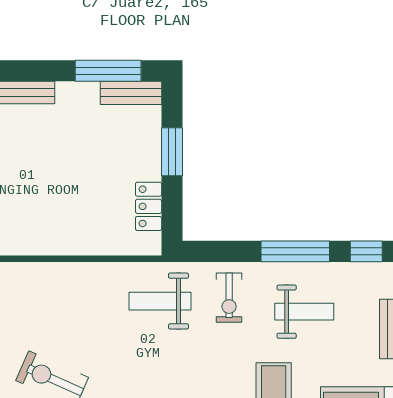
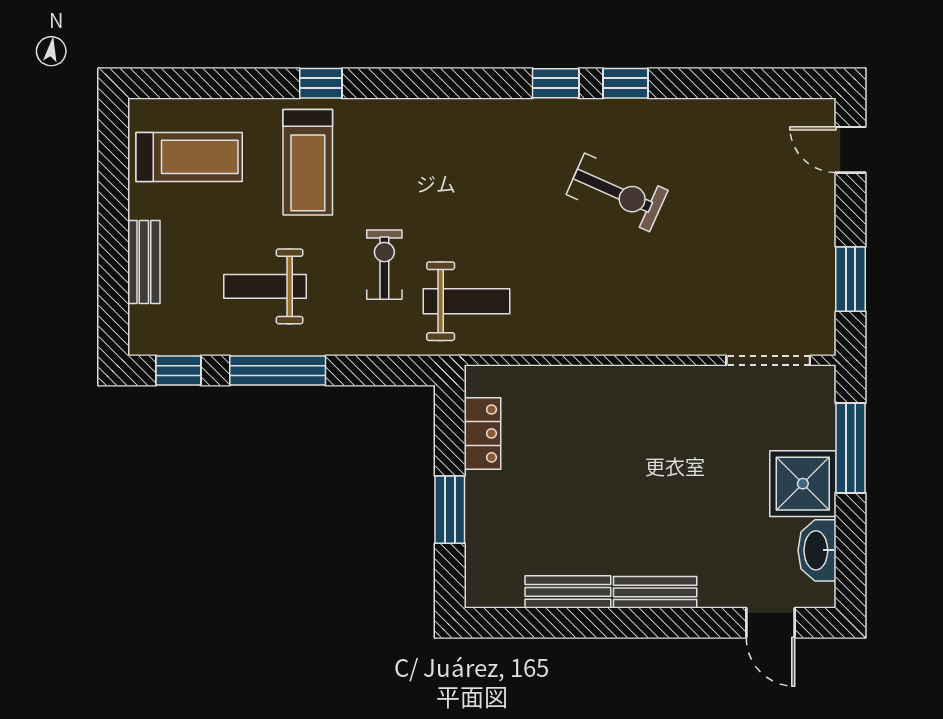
window: (108, 71) -> (539, 623), removed
bench: (131, 93) -> (568, 592), moved
exercise bike: (229, 298) -> (384, 265), moved

